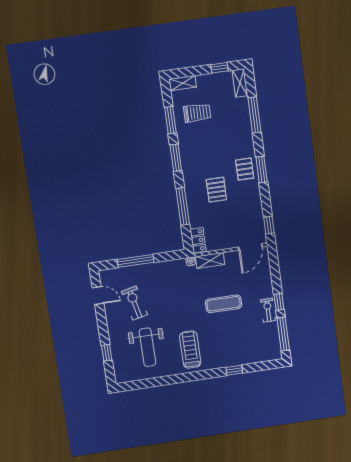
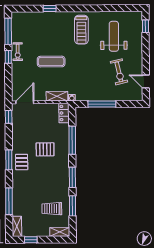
pallet: (216, 190) -> (45, 149), turned 90
window: (136, 261) -> (102, 104), moved
window: (107, 353) -> (145, 26), moved

